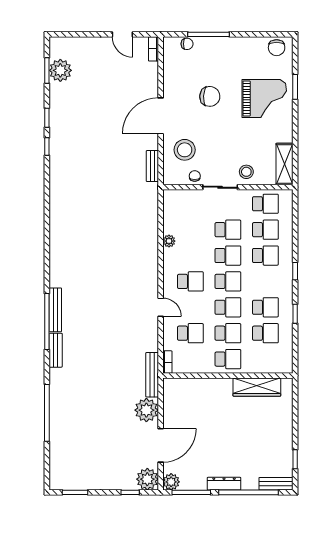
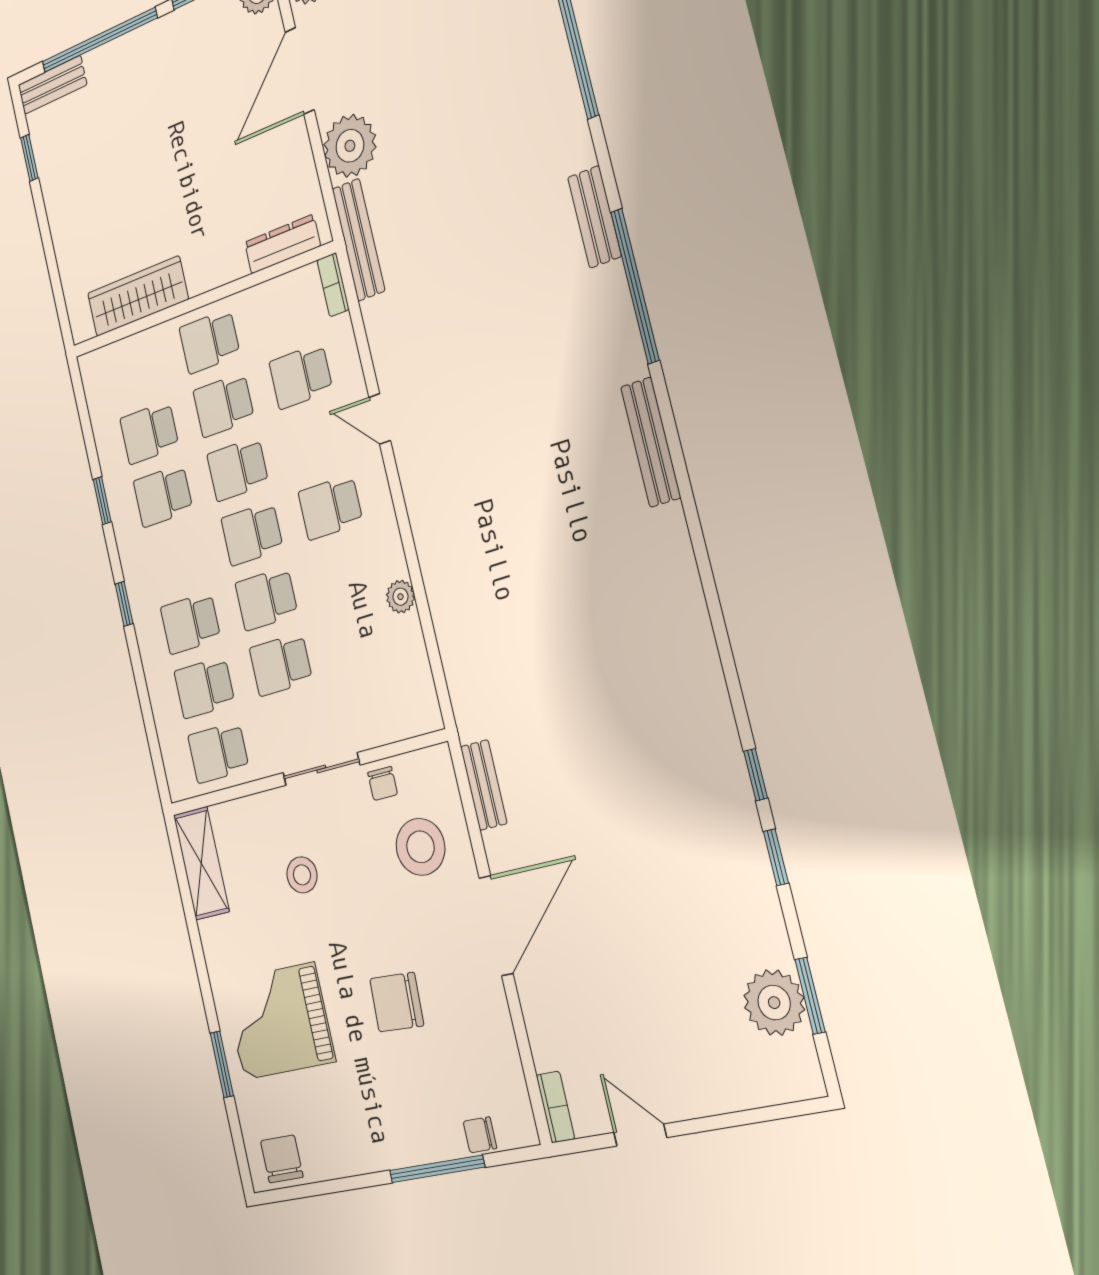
stool: (246, 172) -> (302, 875), moved
bench: (55, 310) -> (651, 442), moved
dresser: (224, 484) -> (282, 244), moved, turned 180

